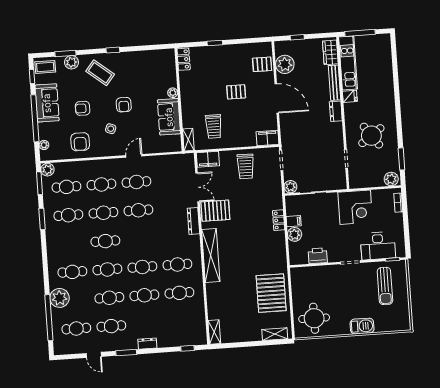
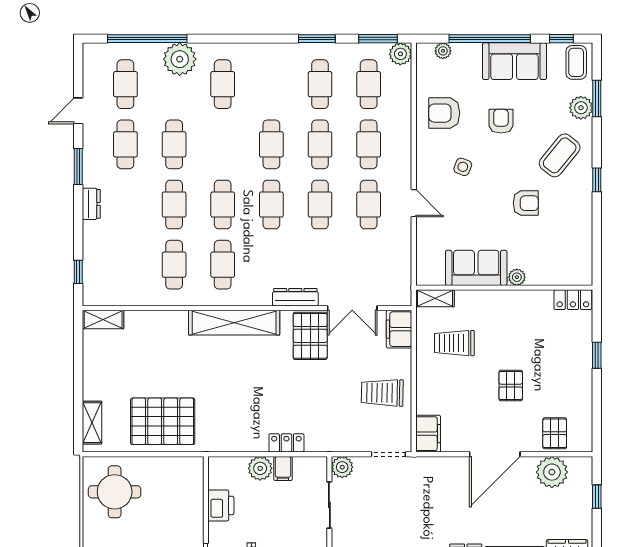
armchair: (124, 105) -> (526, 203), moved, turned 180
cafe table: (107, 269) -> (271, 205), moved

